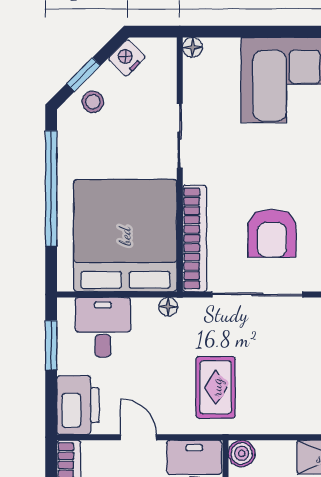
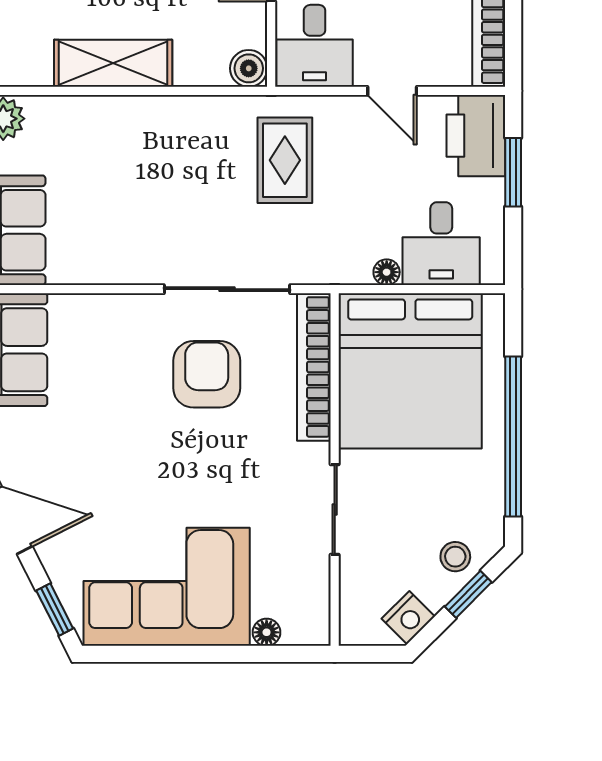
floor lamp: (192, 47) -> (267, 632), moved
floor lamp: (168, 307) -> (387, 272), moved
window: (51, 345) -> (513, 172), moved

